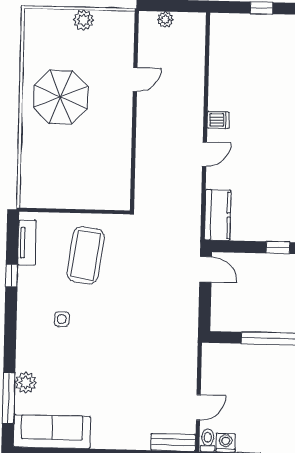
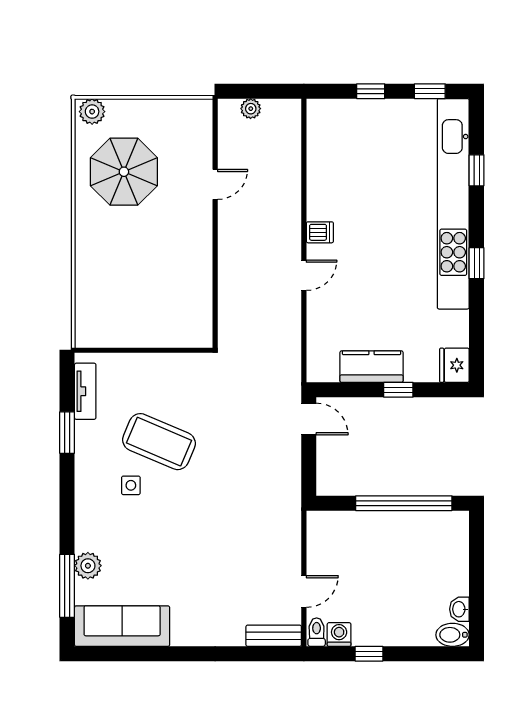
plant: (84, 20) -> (92, 112), moved
parasol: (61, 97) -> (124, 172), moved
kitchen counter: (218, 215) -> (372, 367), moved, turned -90
coffee table: (86, 255) -> (159, 442), moved, turned -75
window: (12, 276) -> (67, 433), width x1.50

